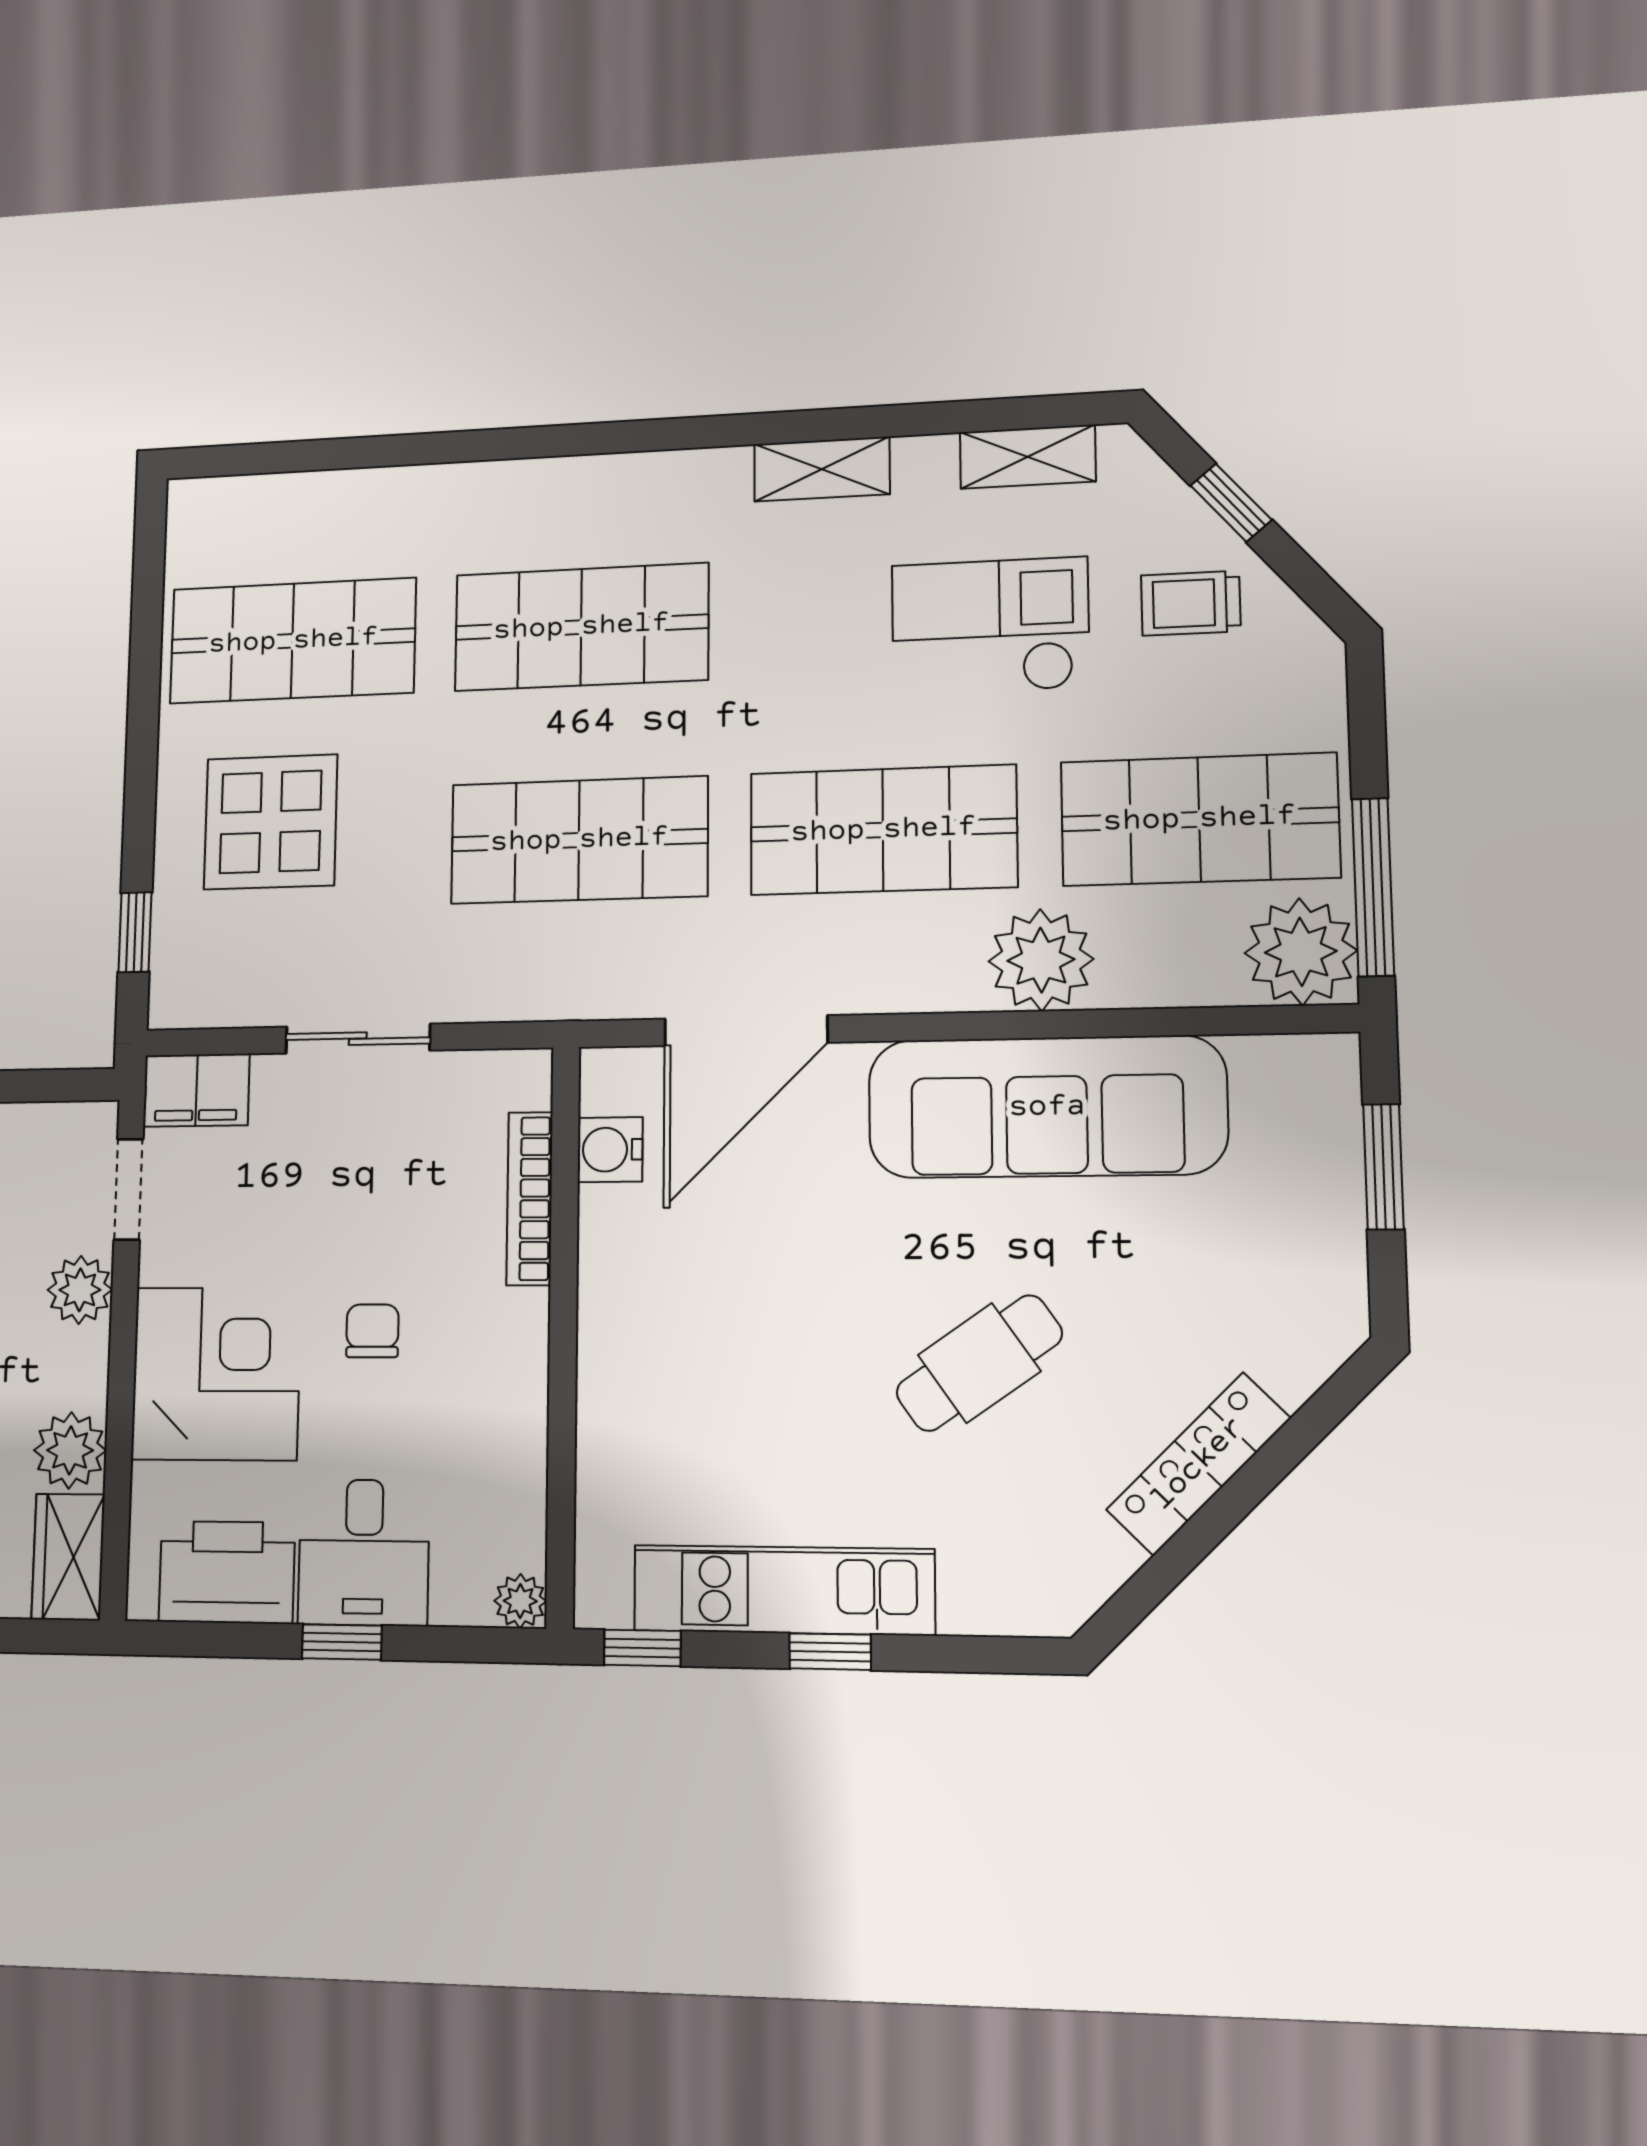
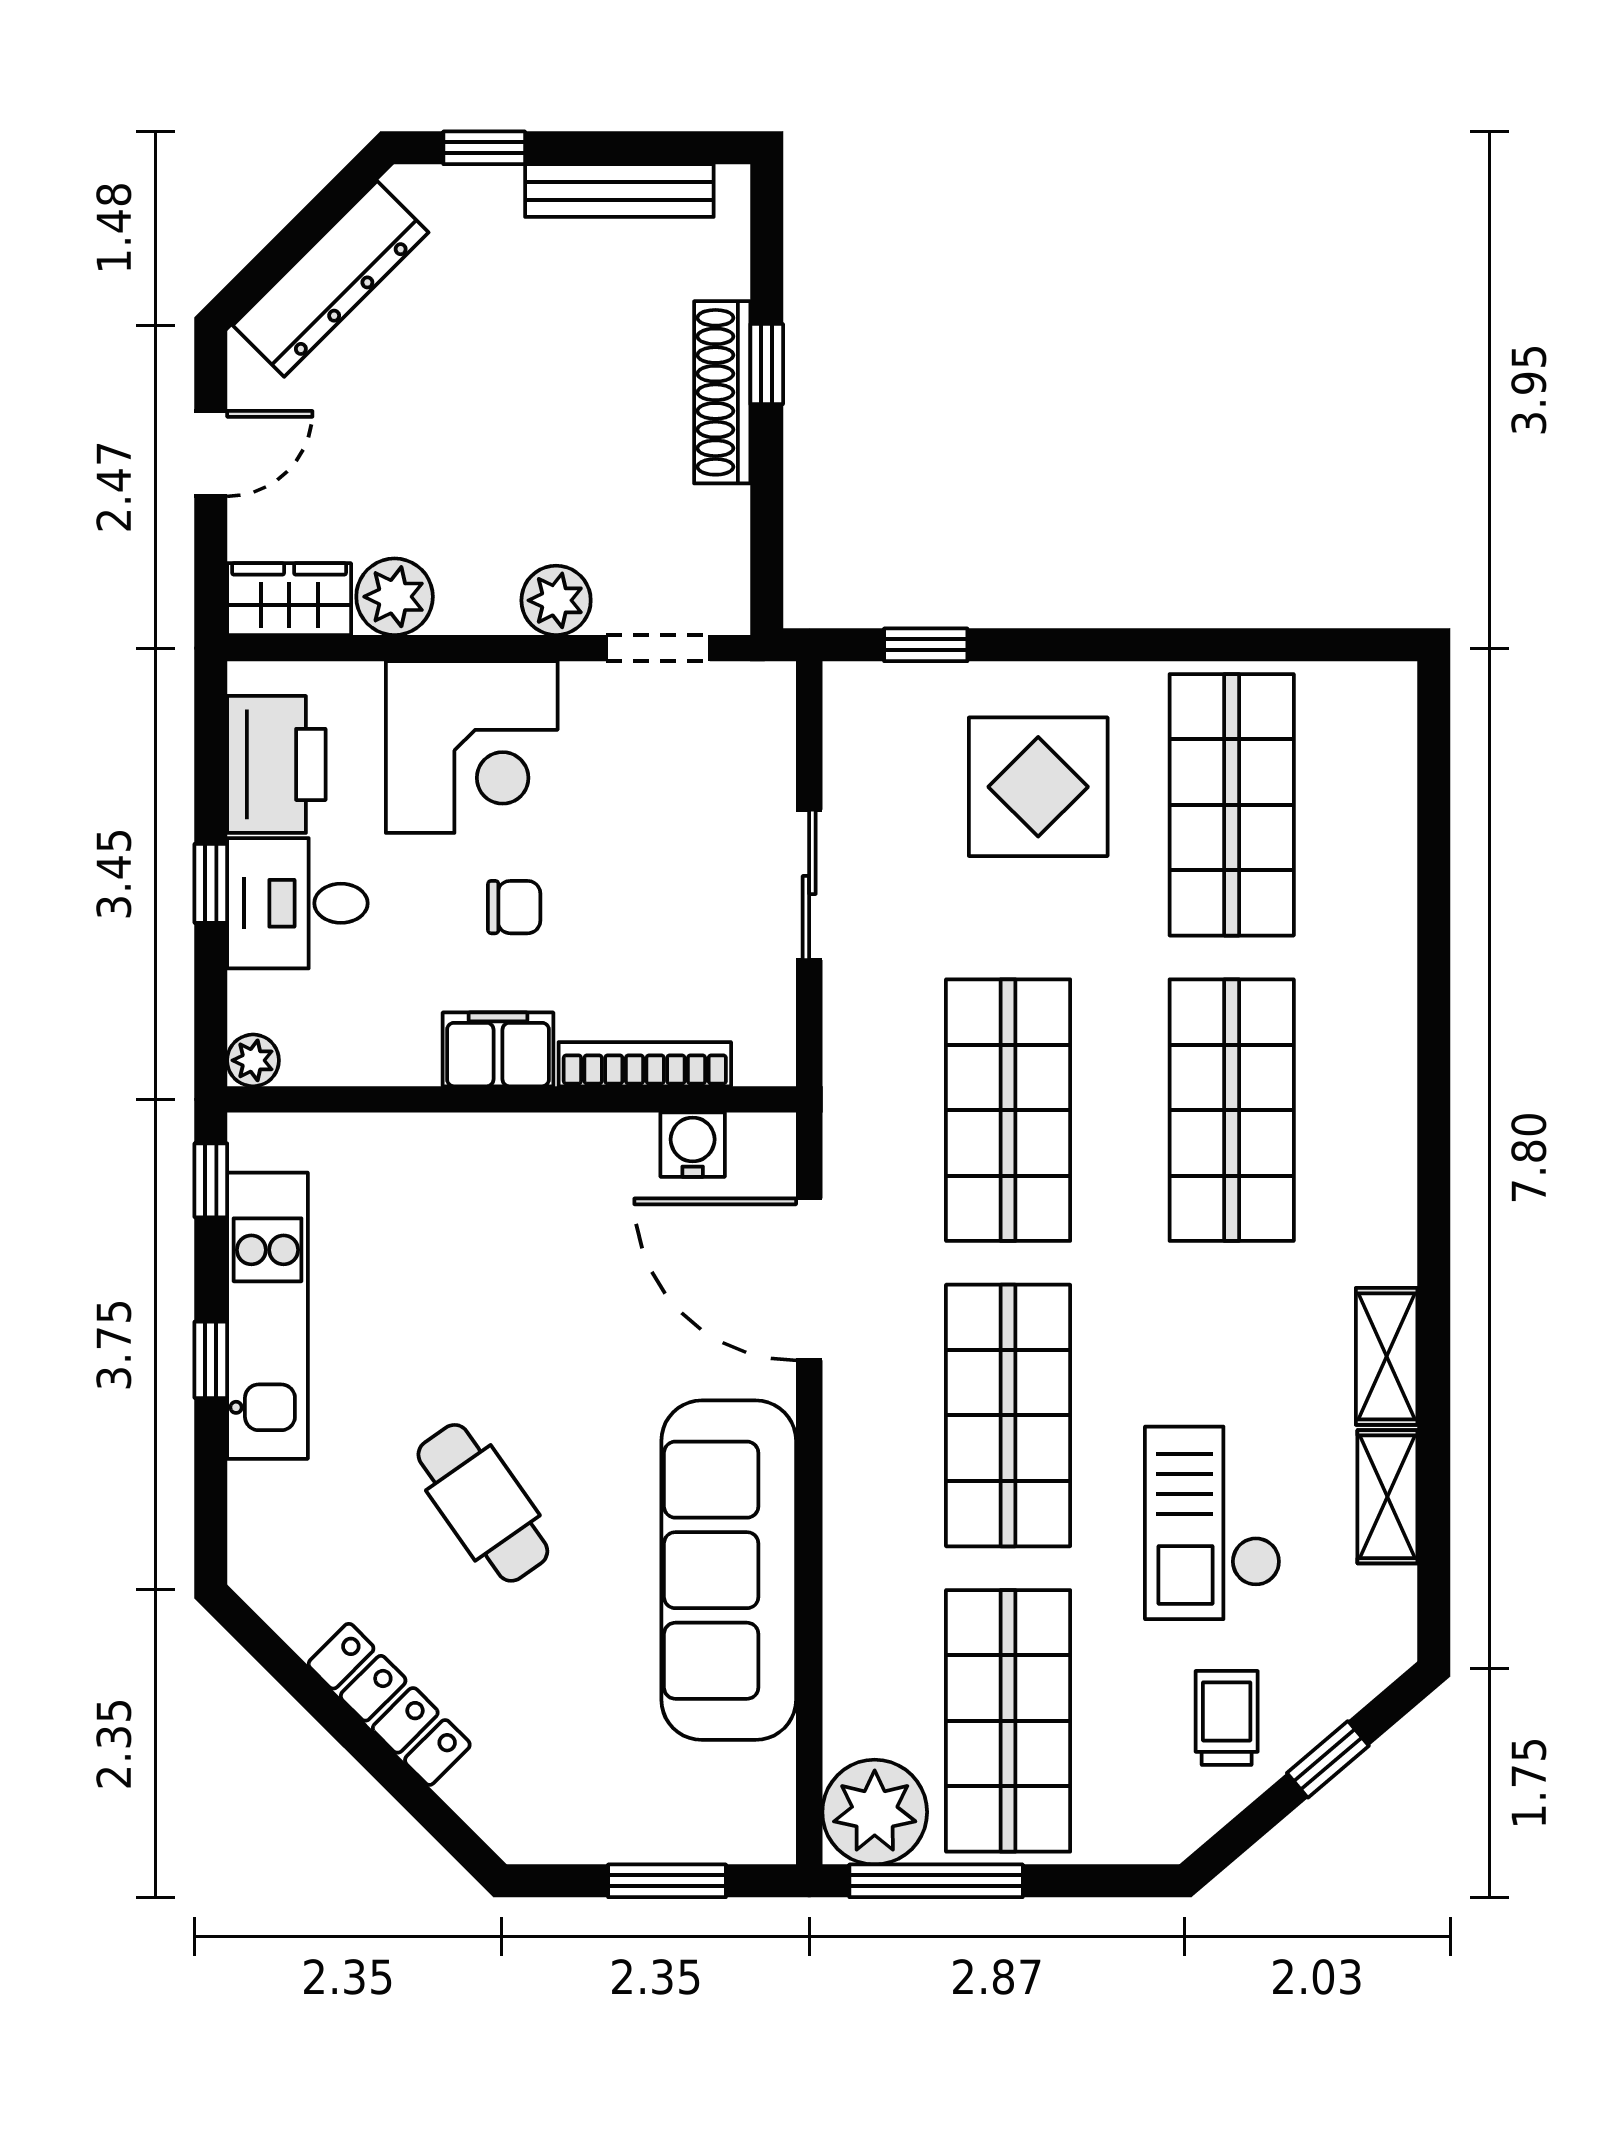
shelving: (1028, 457) -> (1387, 1497), moved
checkout: (990, 626) -> (1213, 1523), turned 180
plant: (1041, 960) -> (873, 1567), removed
filing cabinet: (196, 1090) -> (498, 1049), moved, turned 90

